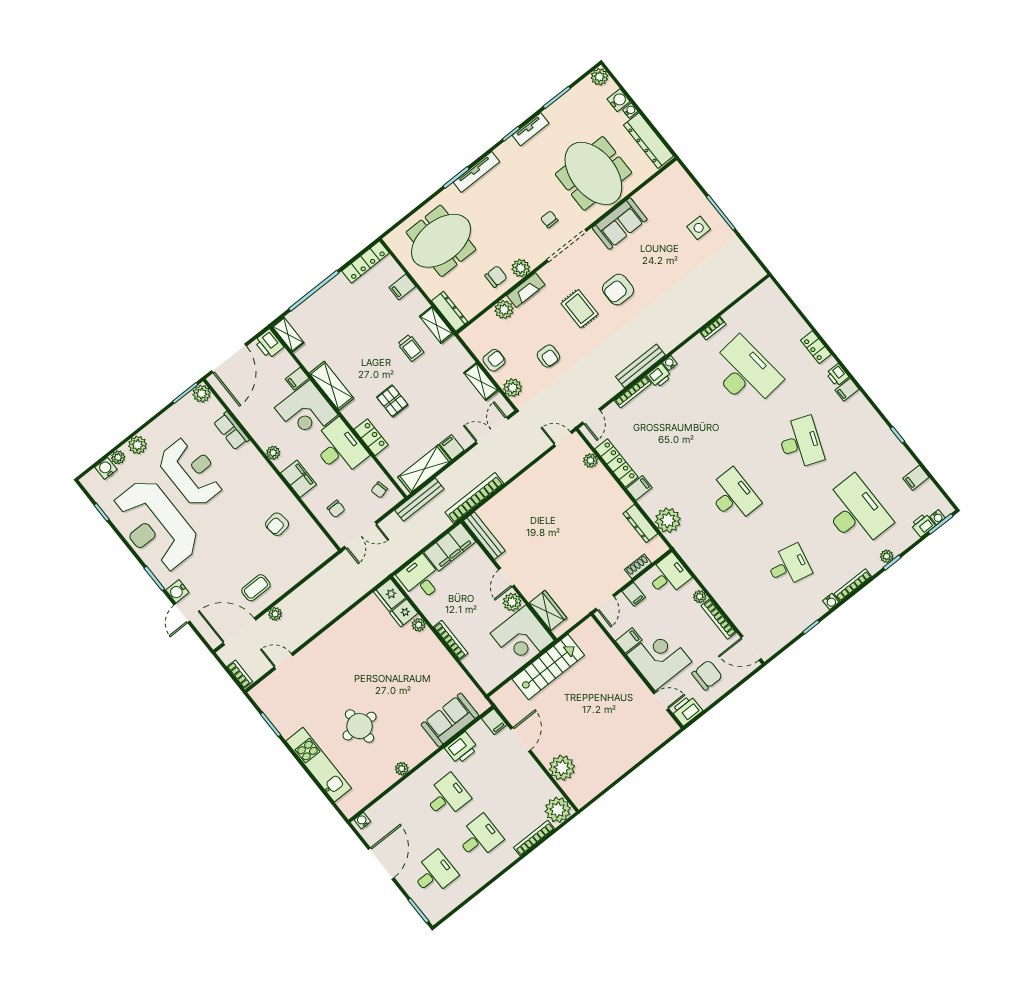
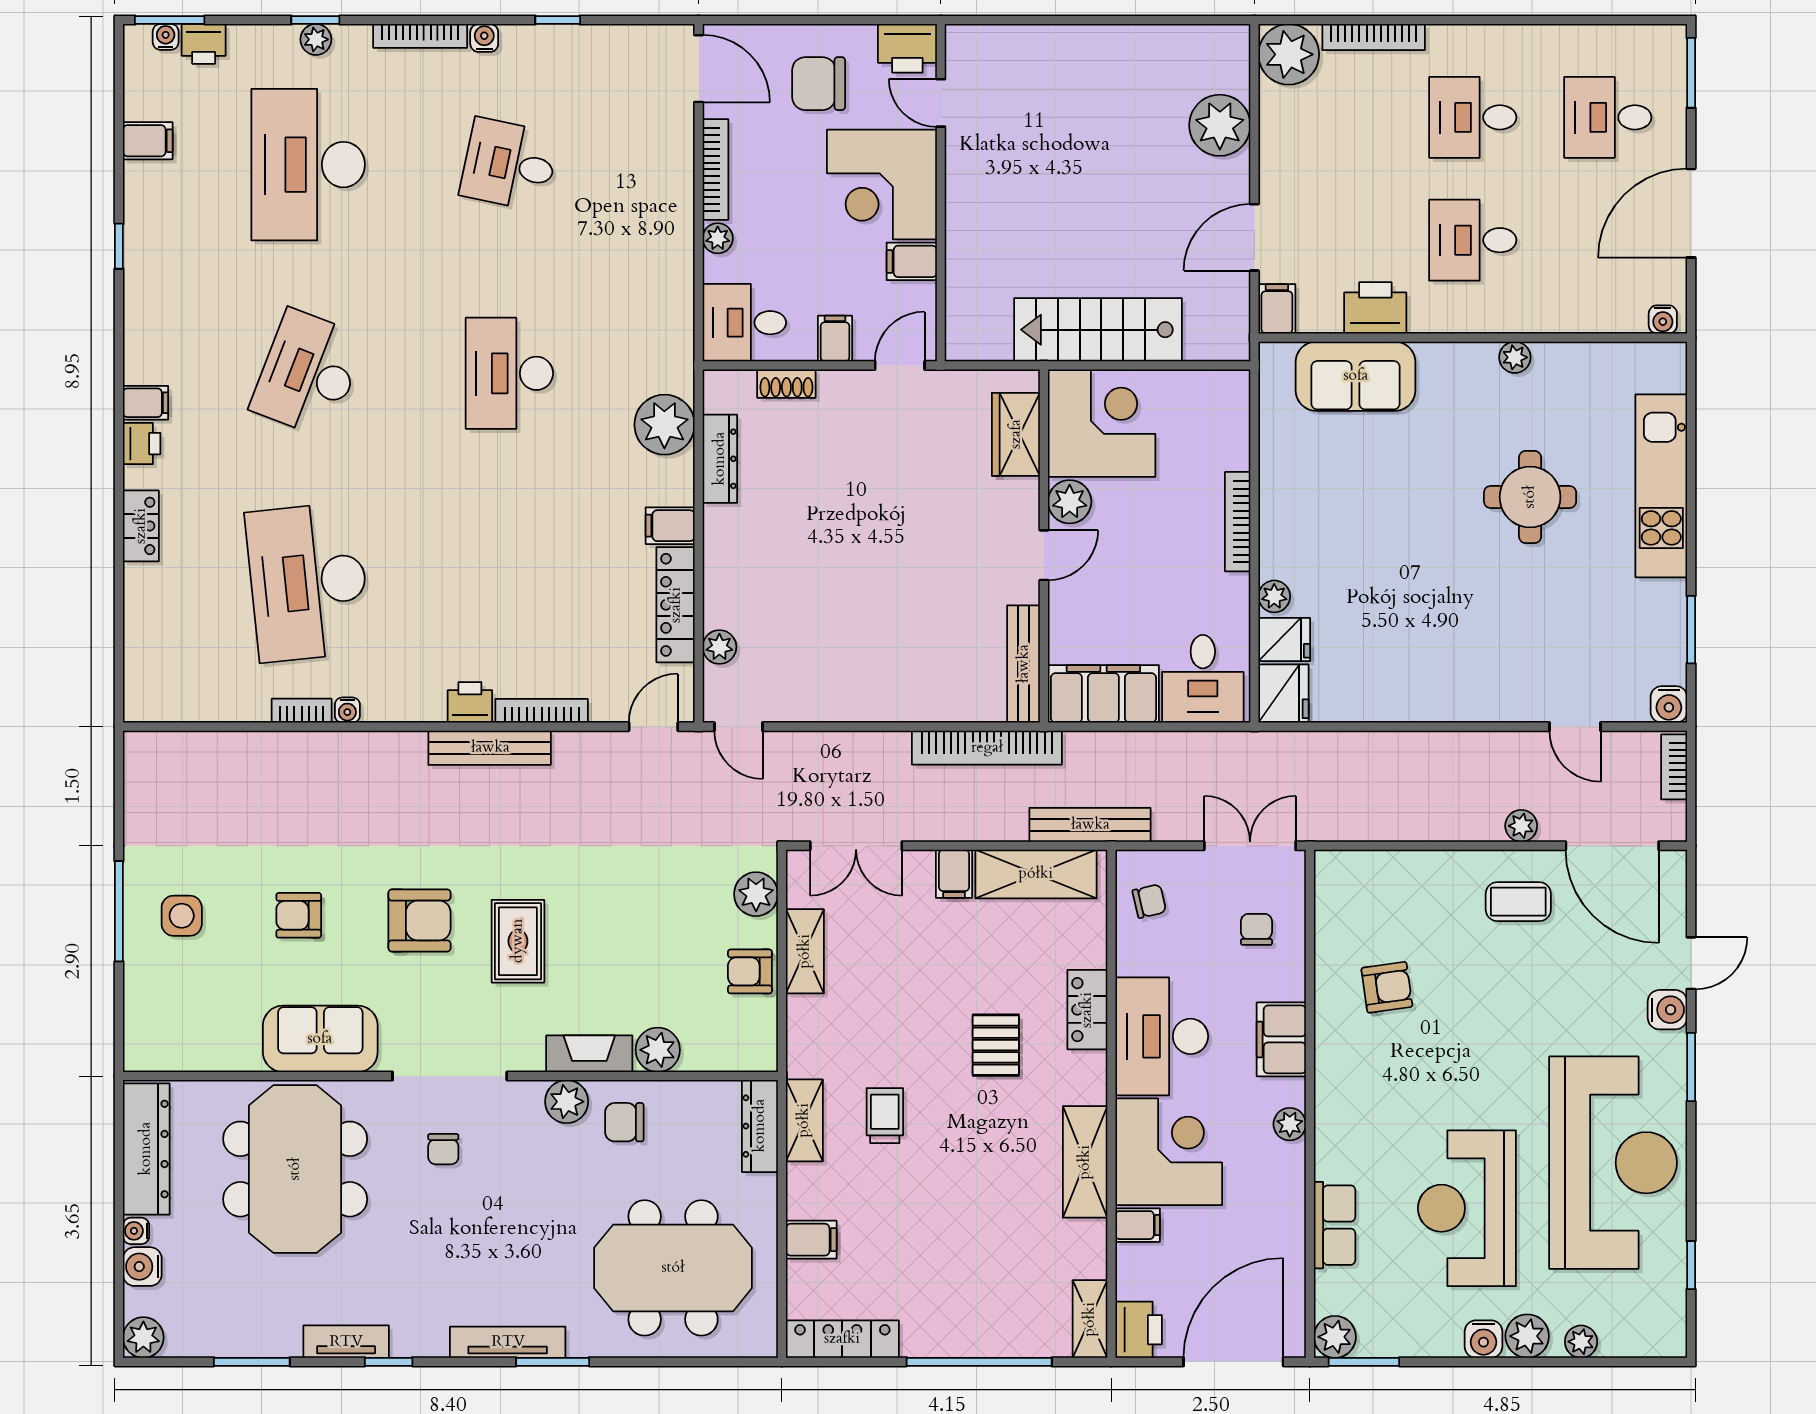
armchair: (548, 356) -> (299, 915), moved, turned -93
water cooler: (670, 363) -> (347, 710), moved
water cooler: (106, 468) -> (1483, 1339), moved
water cooler: (258, 694) -> (1669, 704), added

